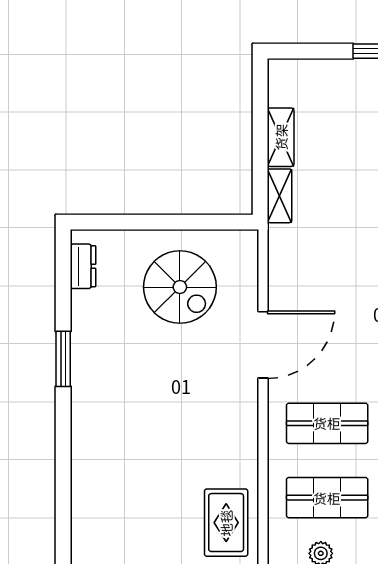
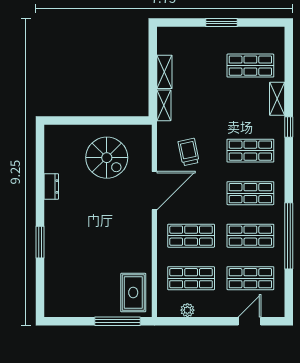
dresser: (83, 266) -> (51, 187), moved
trolley: (323, 277) -> (189, 152), added
window: (63, 359) -> (40, 242), moved

